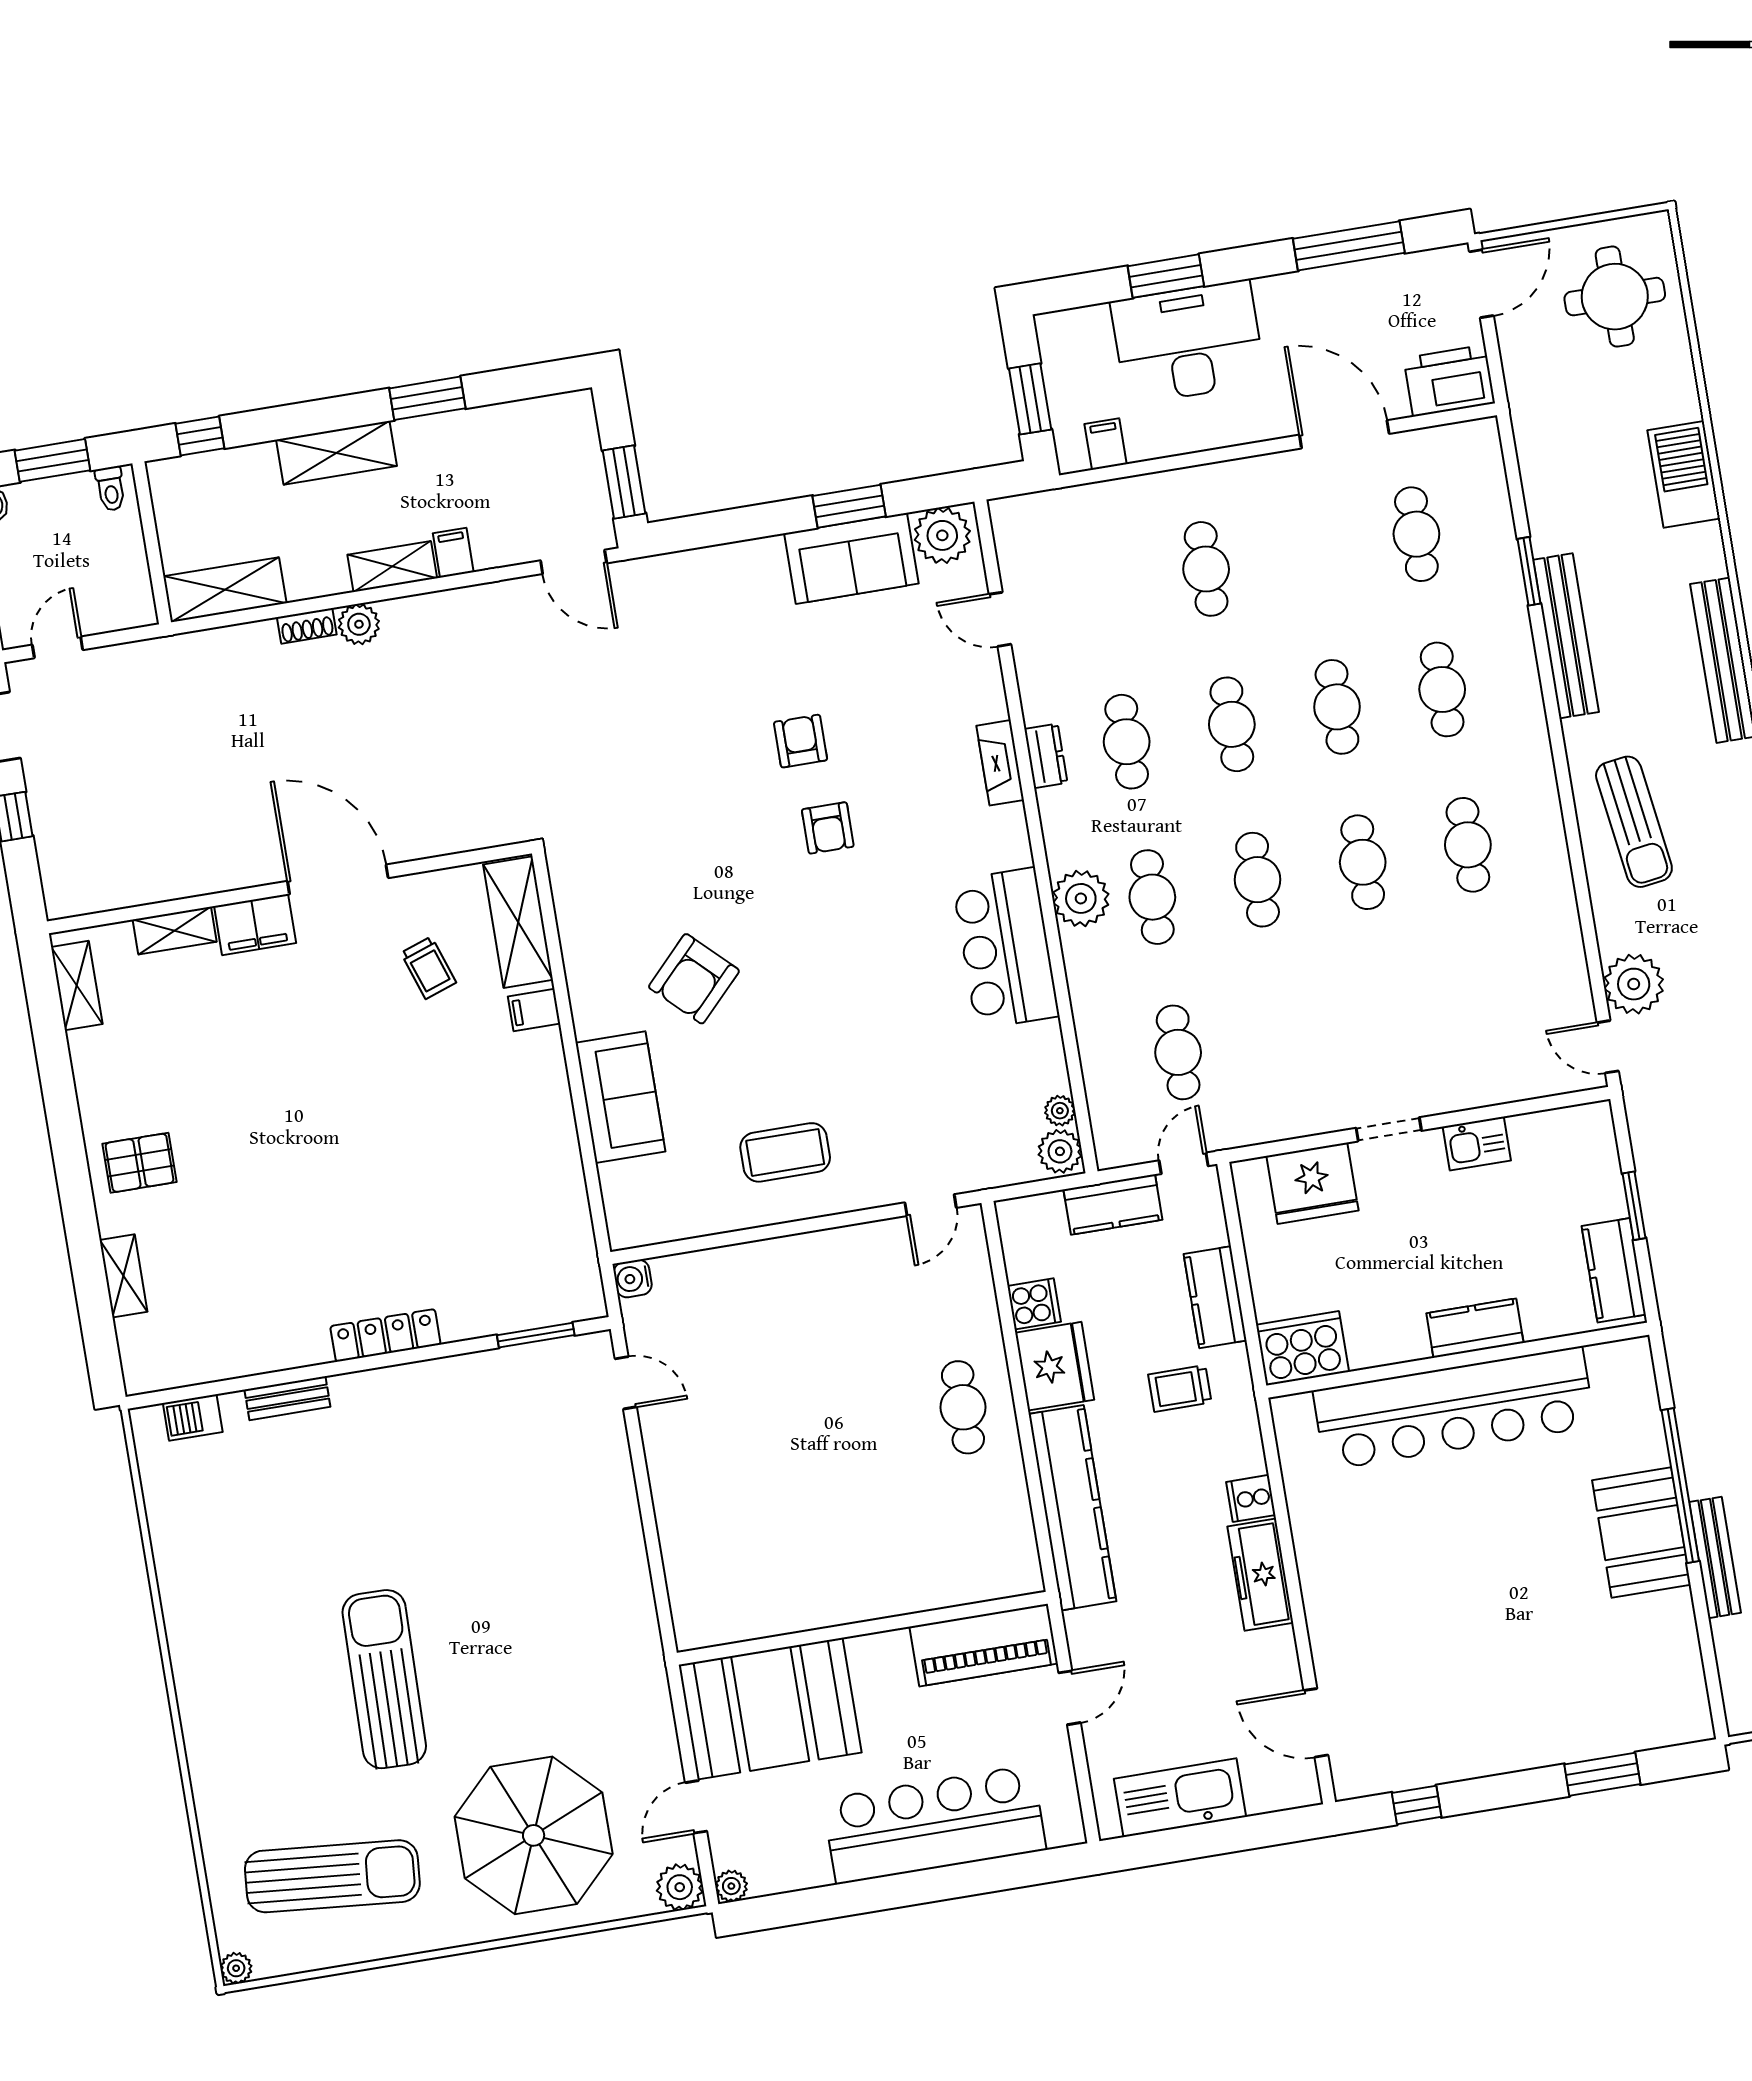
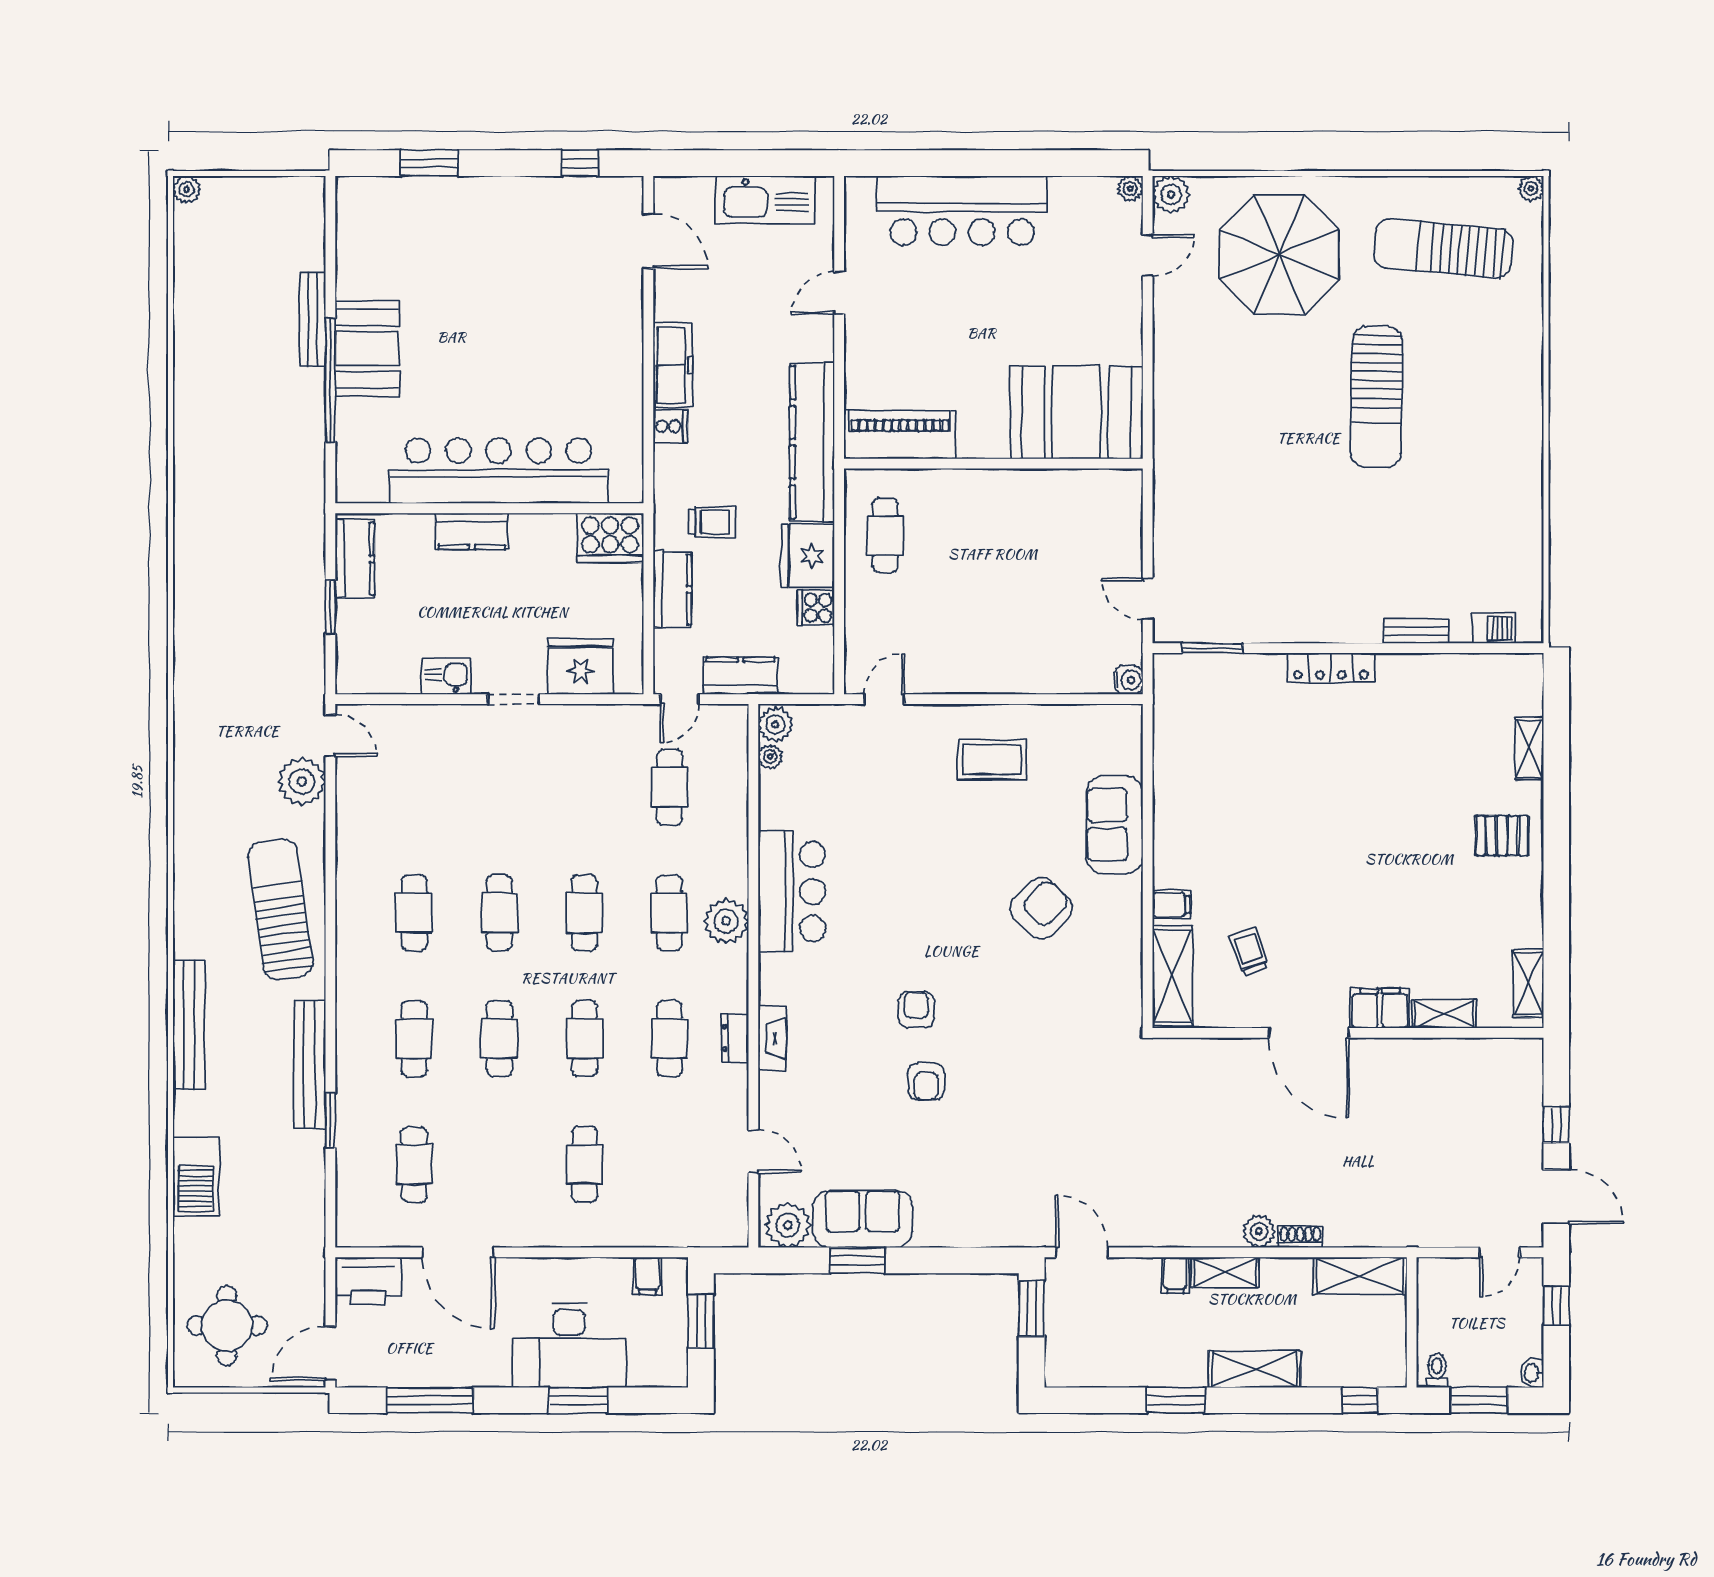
sun lounger: (1634, 822) -> (280, 909), width x1.36, depth x1.34
wall: (862, 1628) -> (993, 464), moved
piano: (984, 1645) -> (900, 435), moved
booth: (770, 1709) -> (1077, 412), moved

